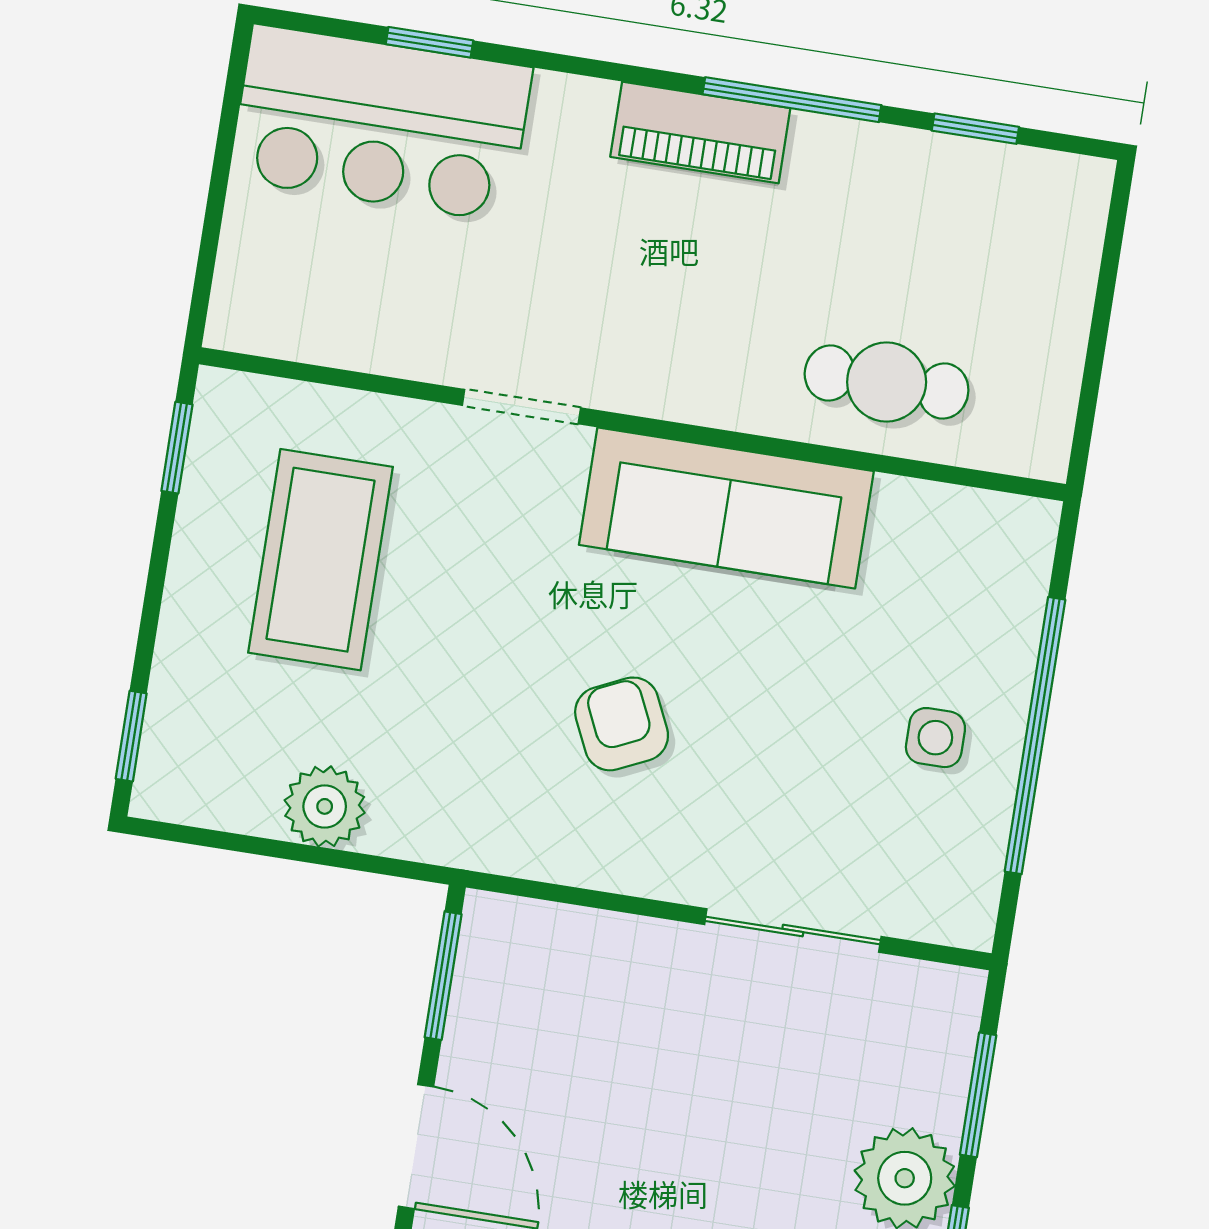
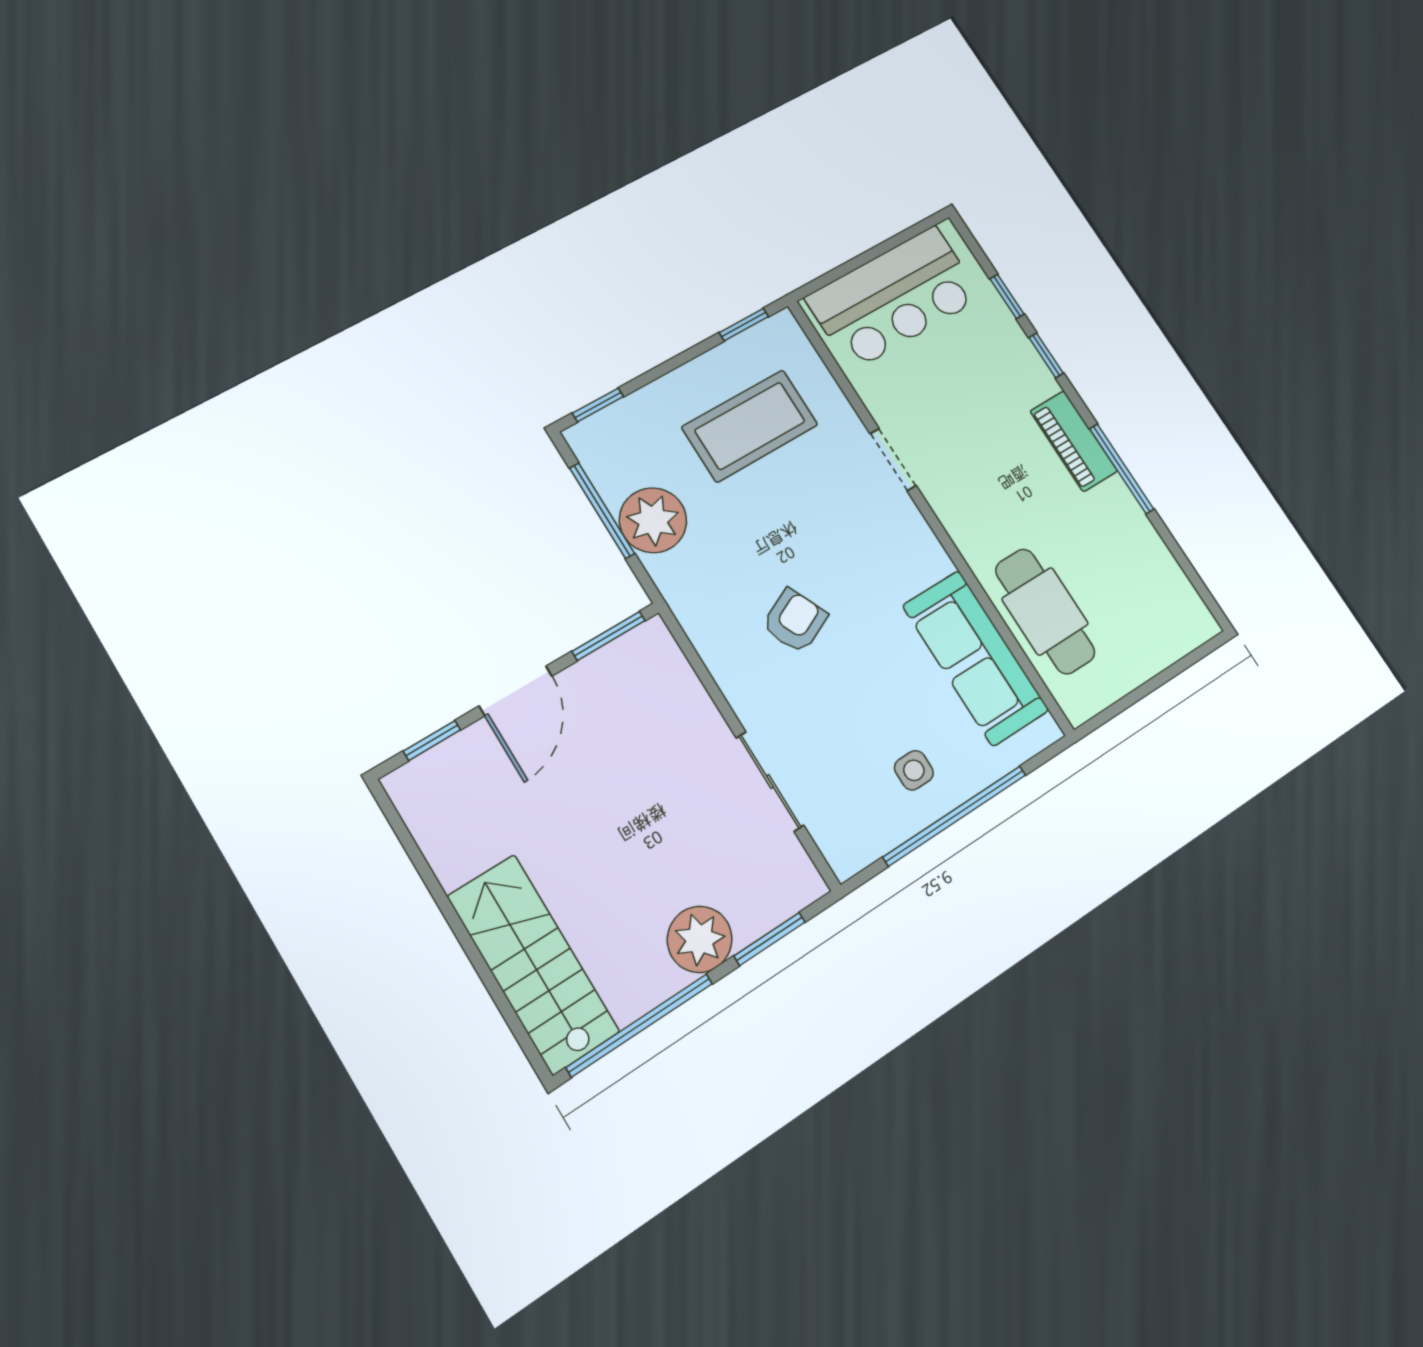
bar counter: (381, 123) -> (894, 298), moved, turned -90
window: (975, 129) -> (1046, 355), moved
cafe table: (887, 382) -> (1045, 611), width x1.37, depth x1.35
sofa: (726, 508) -> (975, 658), moved
plant: (325, 806) -> (653, 520), width x1.36, depth x1.36
window: (276, 849) -> (602, 511), added

